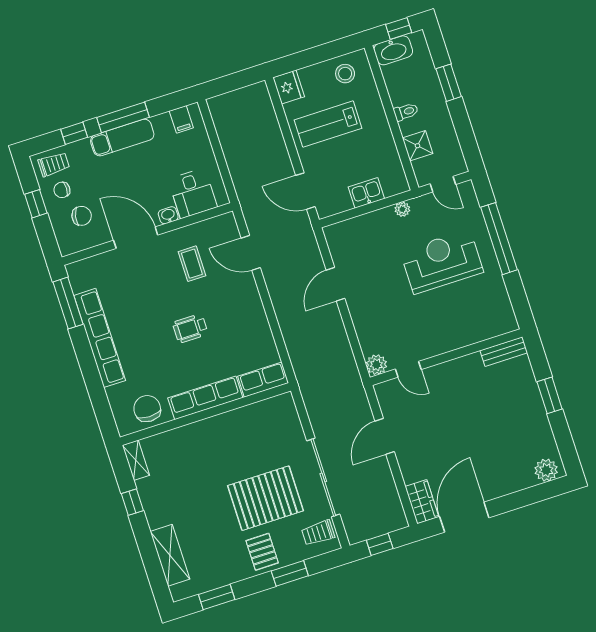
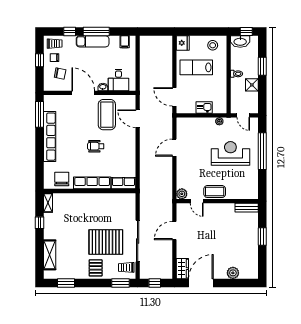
shower: (418, 146) -> (252, 85), moved
coffee table: (192, 264) -> (107, 115), width x1.86, depth x1.72
coffee table: (436, 341) -> (215, 192), added
plant: (546, 470) -> (233, 273), moved
window: (290, 573) -> (120, 283), moved

